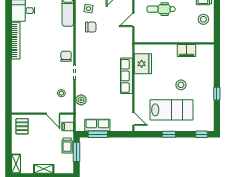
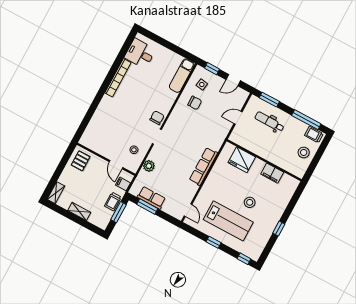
fridge: (143, 64) -> (242, 160), moved, turned 90

